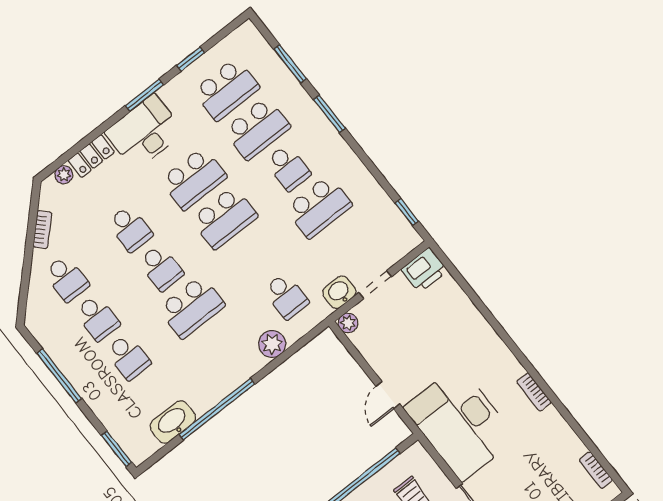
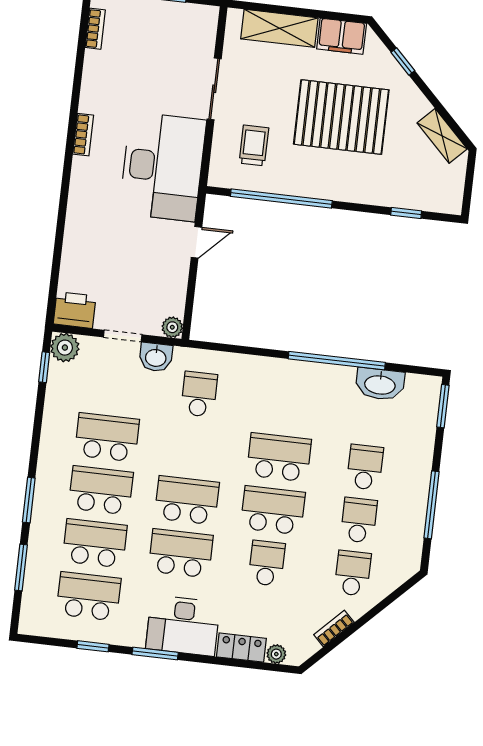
school desk: (288, 168) -> (101, 490), width x1.85
school desk: (161, 268) -> (273, 510), width x1.85
plant: (272, 344) -> (65, 348), moved

